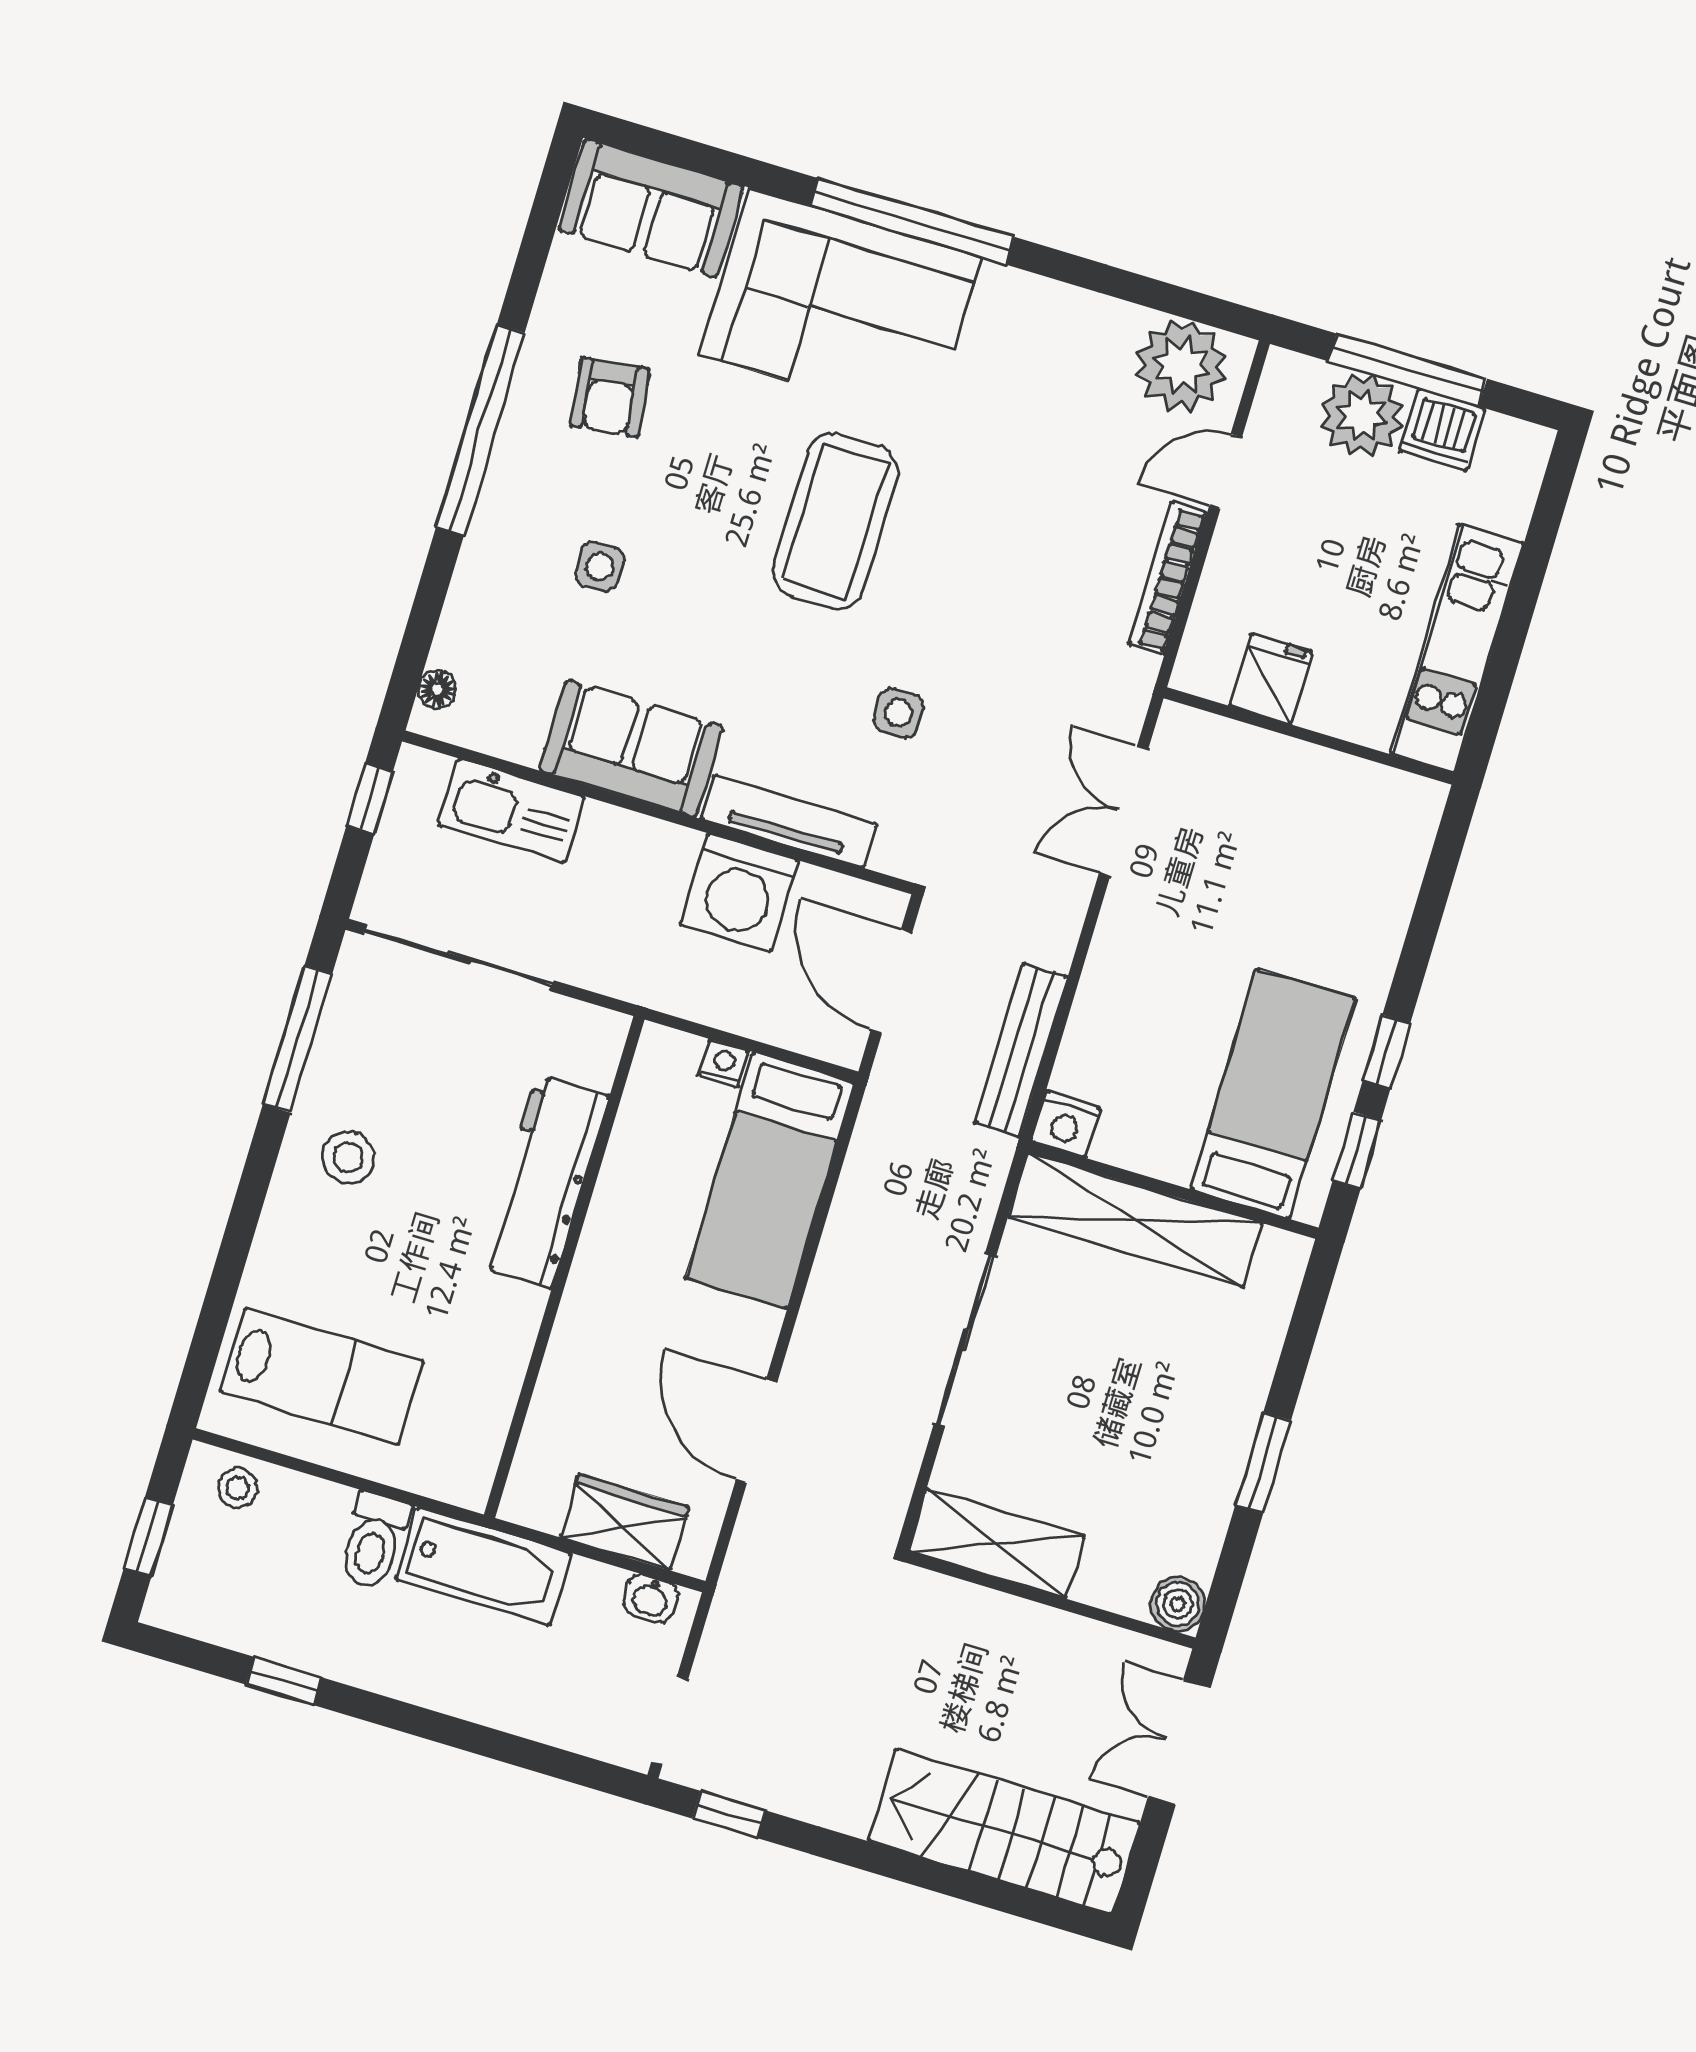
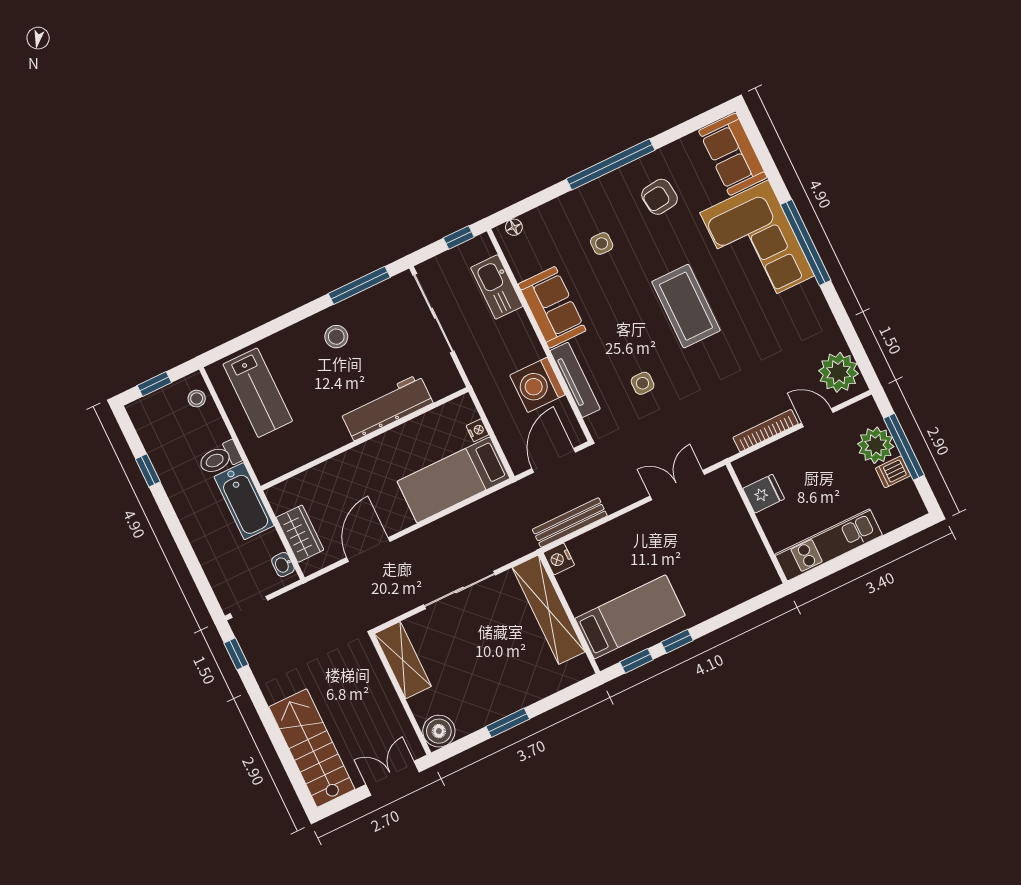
dishwasher: (1443, 430) -> (893, 472), width x0.73
coffee table: (835, 521) -> (686, 306), turned 90
boiler: (1178, 1604) -> (439, 731), width x1.36, depth x1.36

